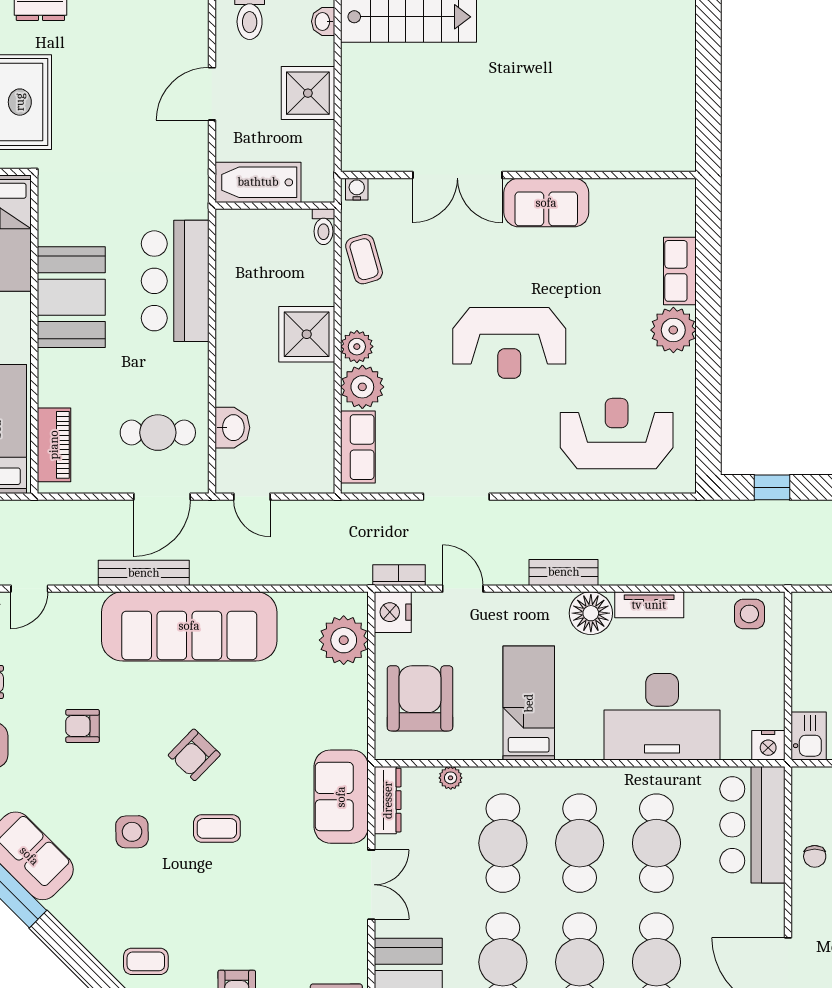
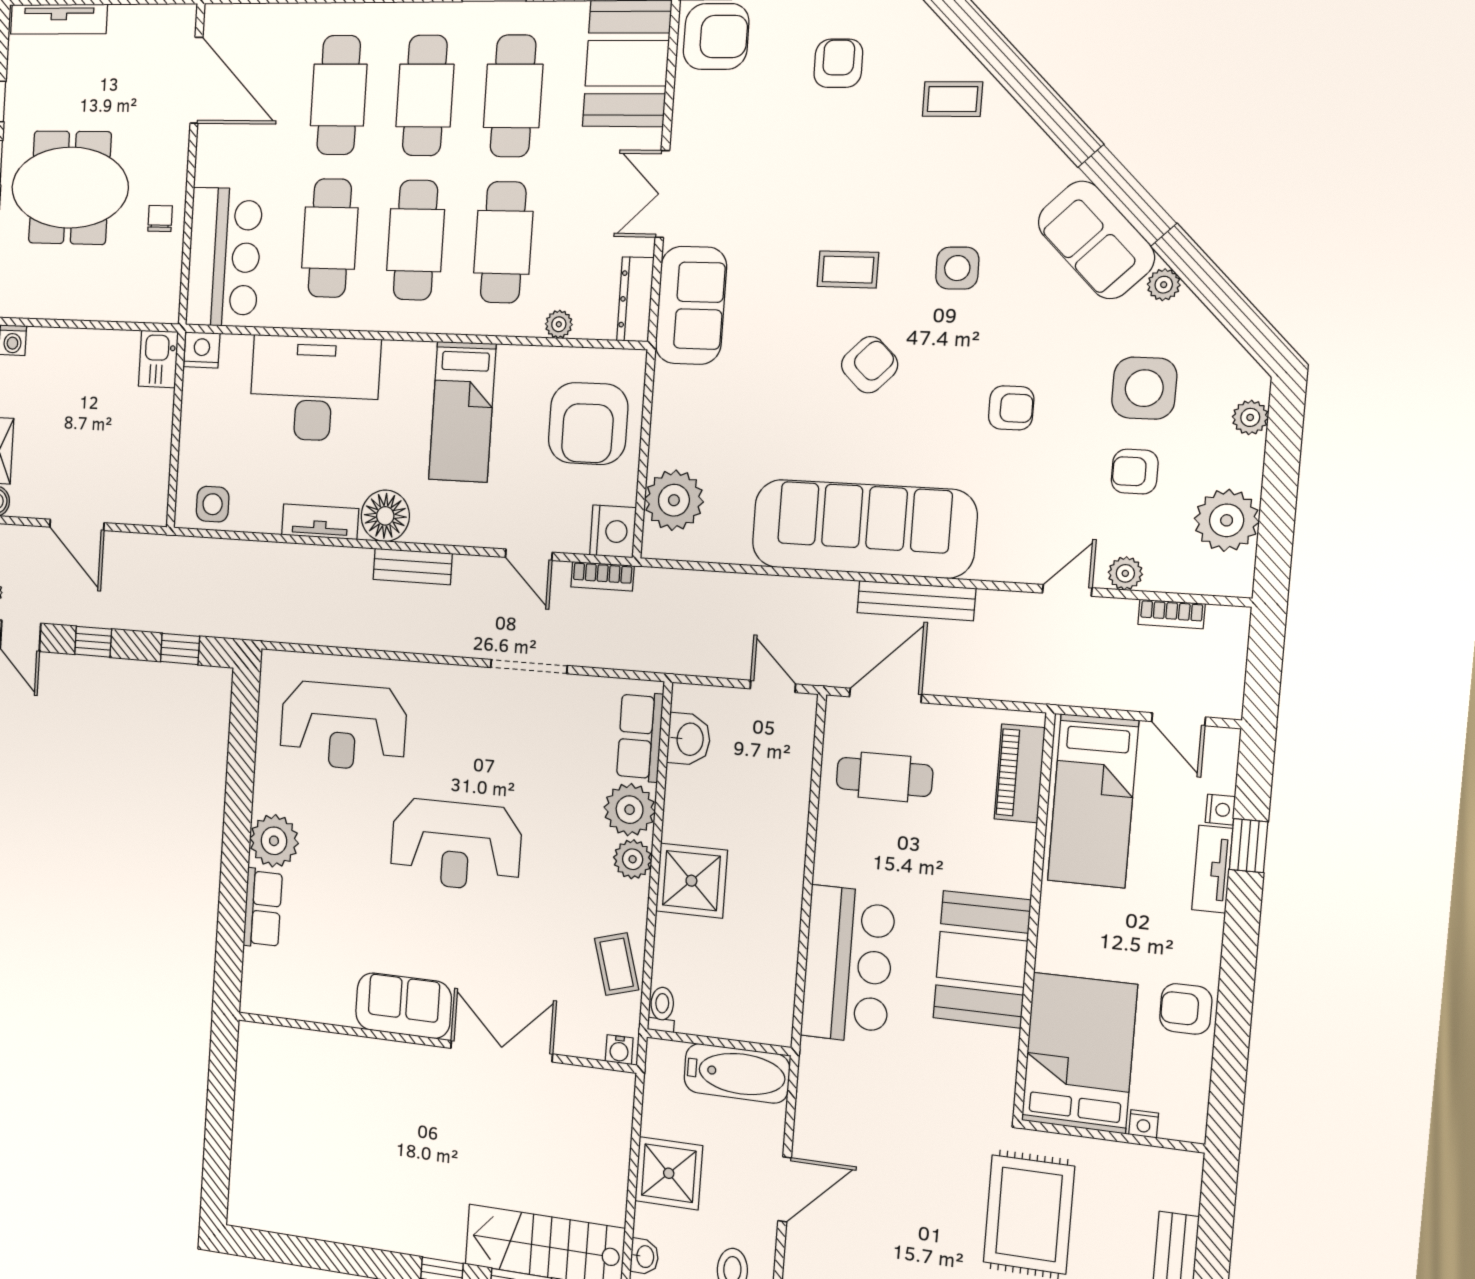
reception desk: (509, 343) -> (456, 845), turned 180
washbasin: (232, 428) -> (689, 739), moved, turned 180

